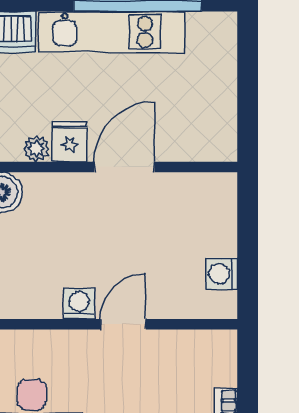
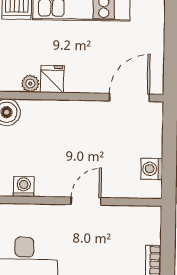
door: (124, 167) -> (129, 97), moved
washing machine: (79, 304) -> (24, 186), moved

